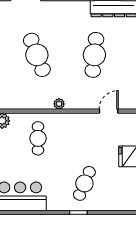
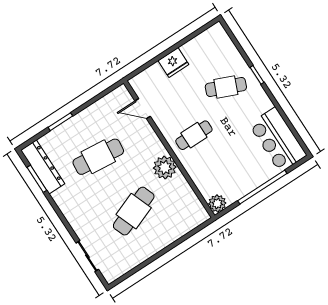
plant: (59, 104) -> (165, 167), width x1.88, depth x1.88
cafe table: (38, 138) -> (194, 135), moved

